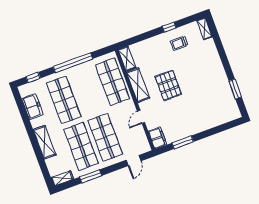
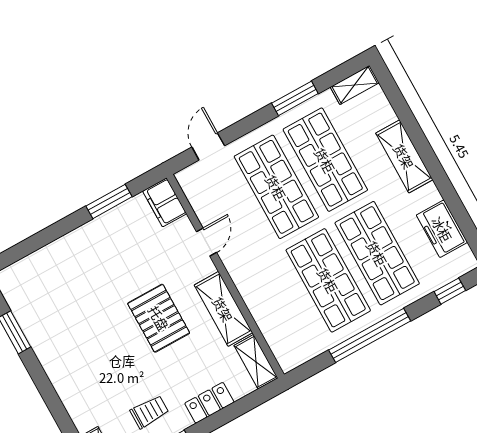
locker: (151, 43) -> (209, 403), added
shop shelf: (112, 82) -> (328, 280), moved

